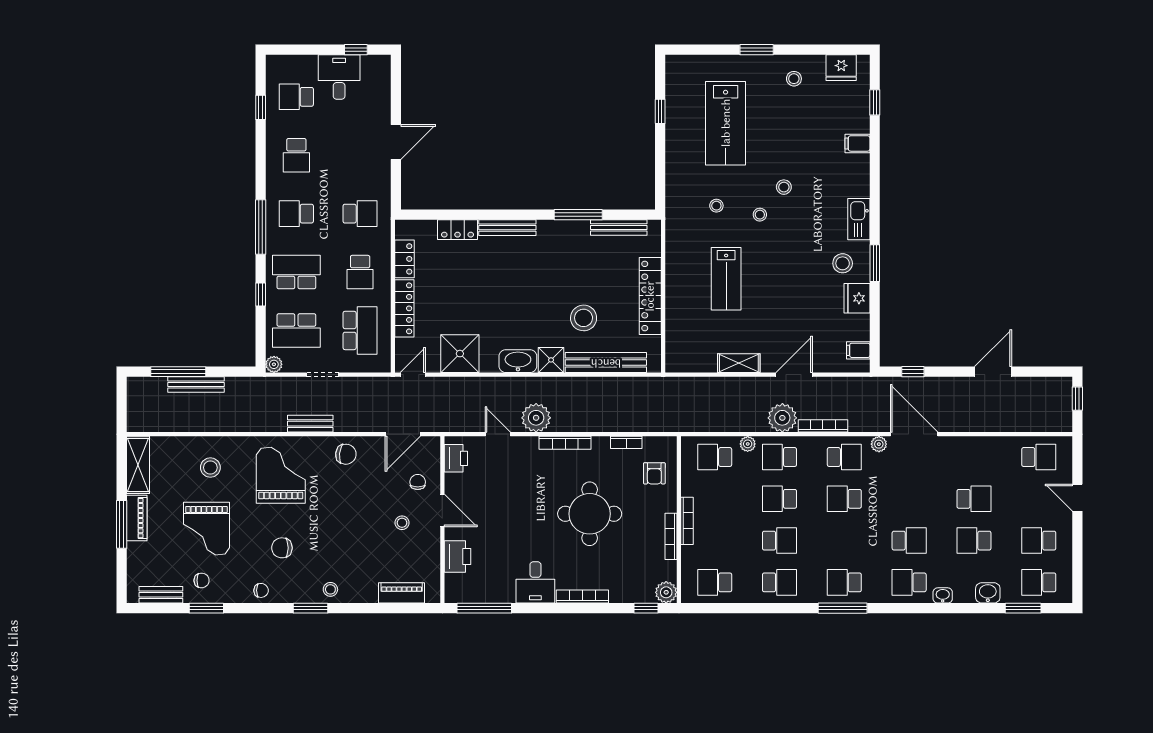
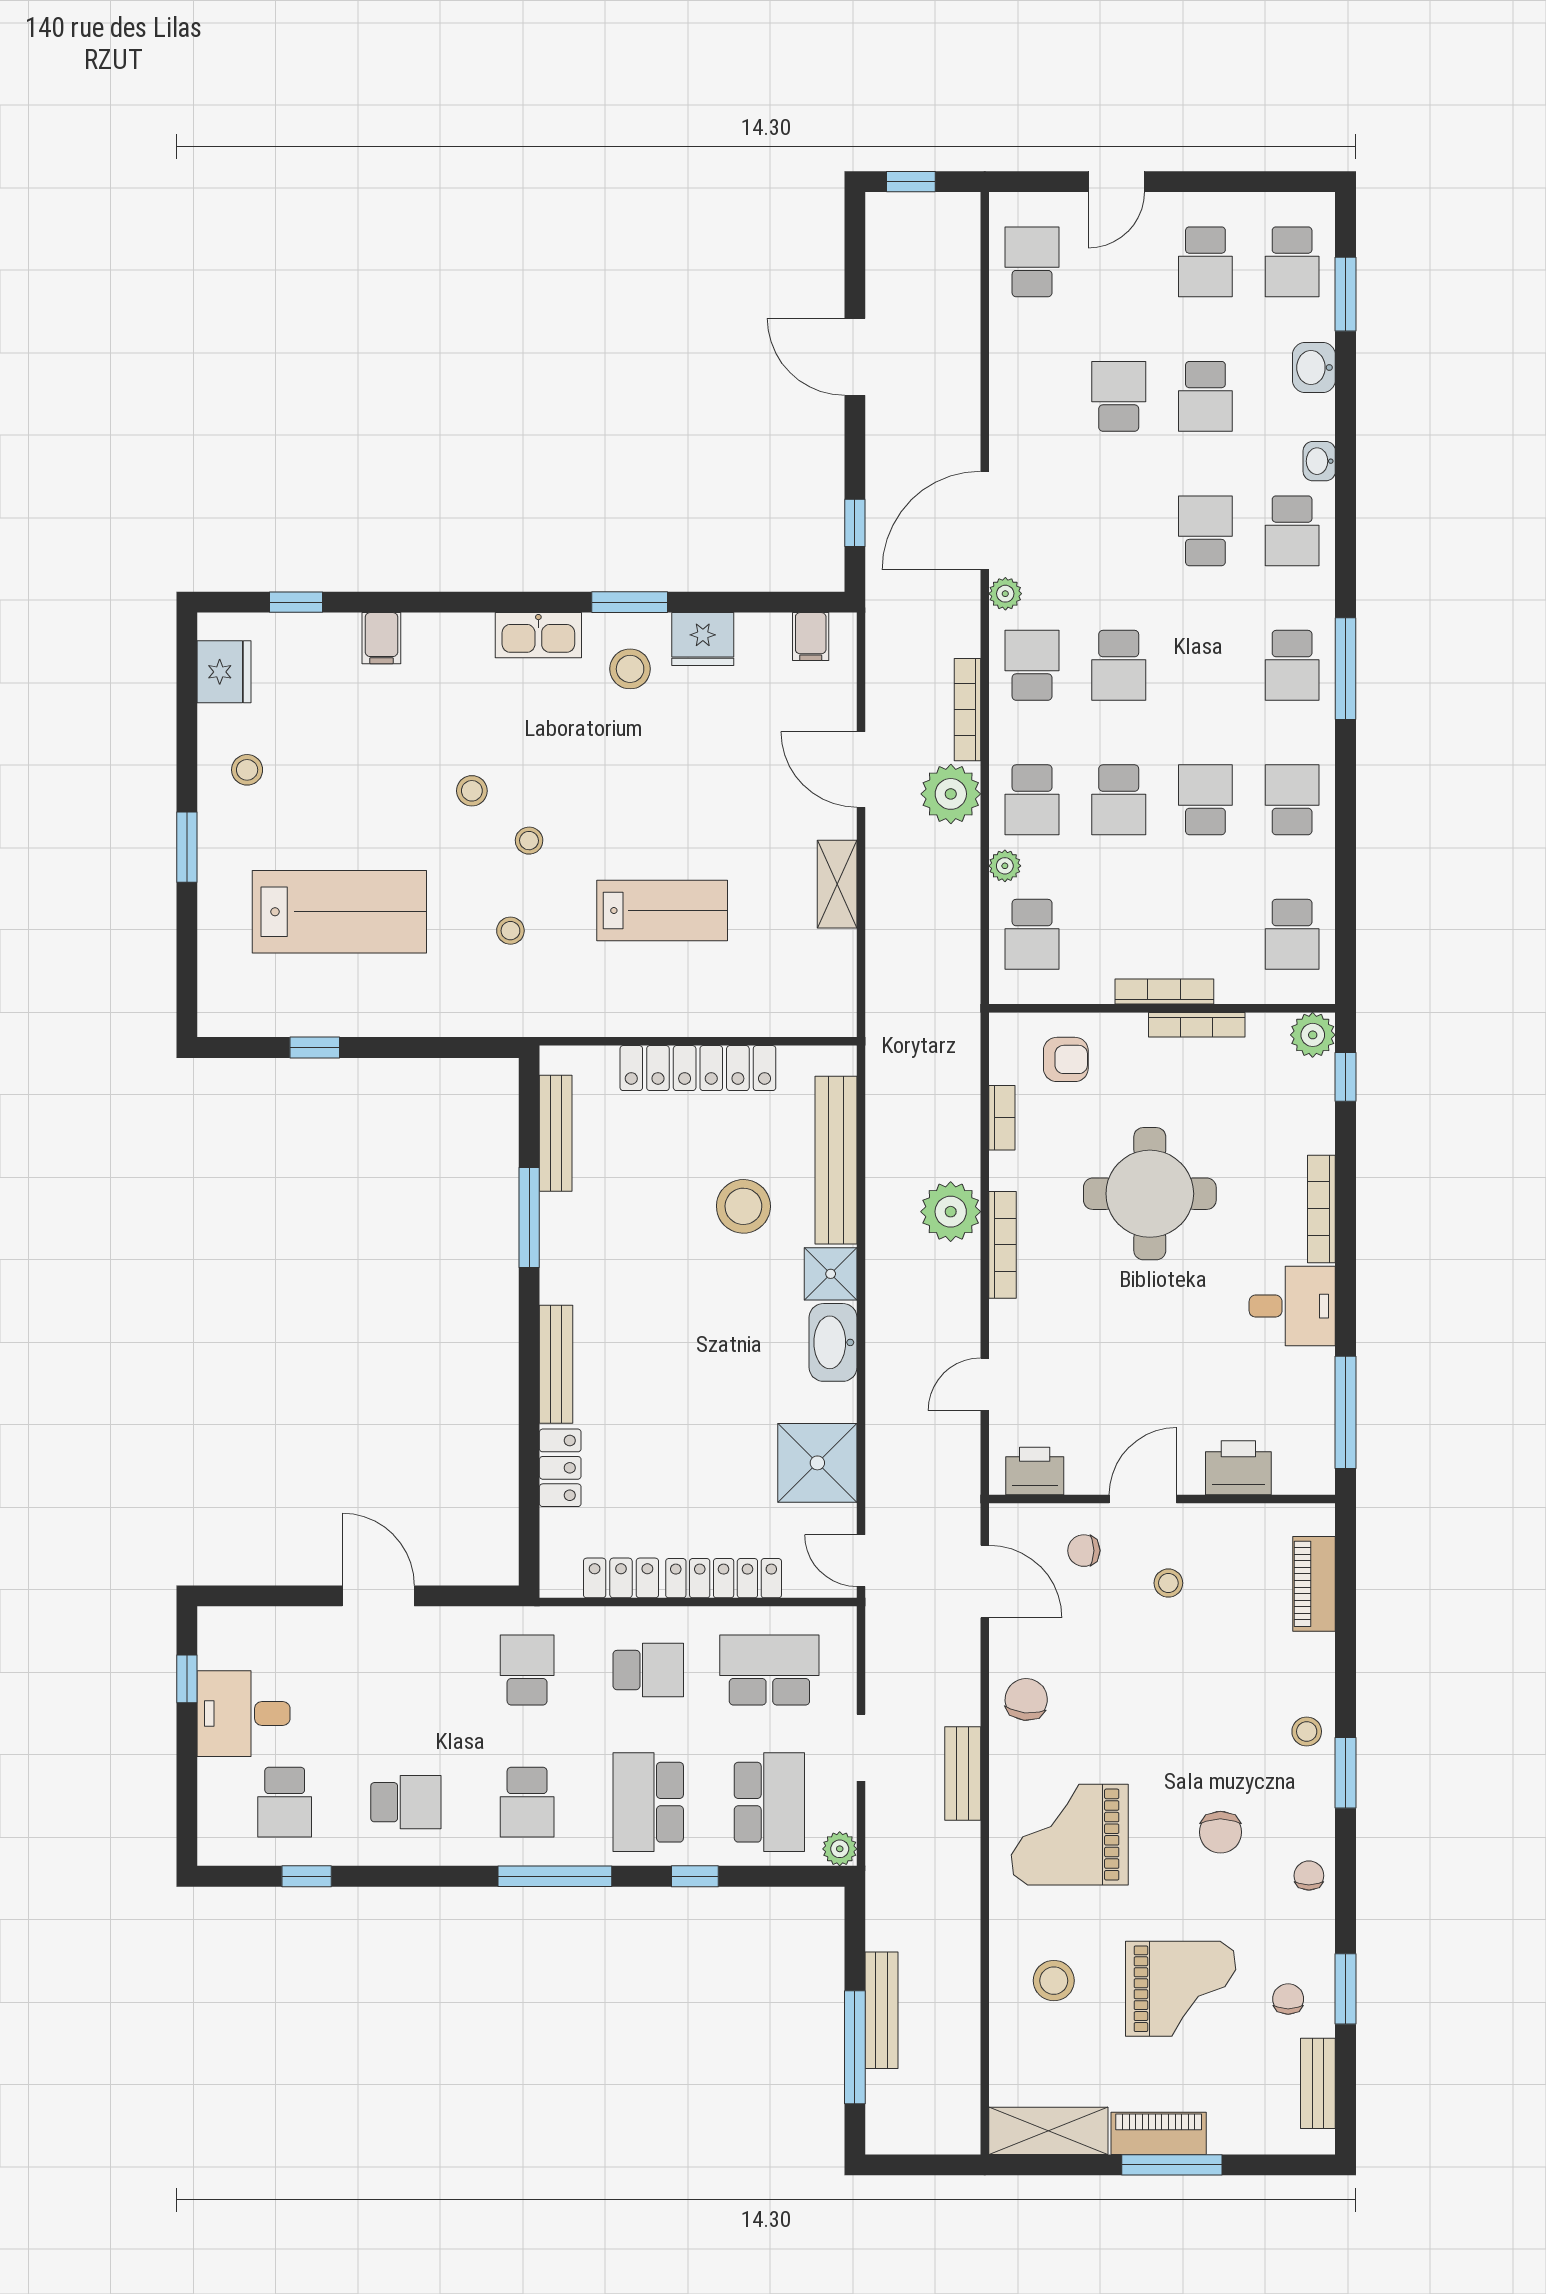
plant: (536, 418) -> (951, 1212), moved

